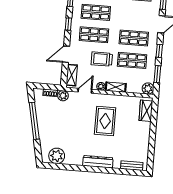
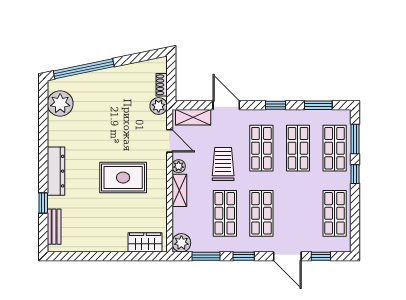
window: (34, 121) -> (84, 69), moved
window: (117, 171) -> (43, 203), added

